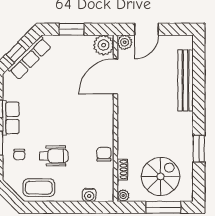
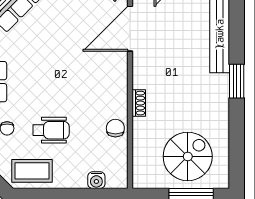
window: (199, 149) -> (237, 81), moved
shoe rack: (122, 169) -> (139, 103), moved
plant: (123, 196) -> (140, 181), removed

